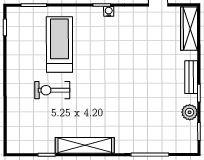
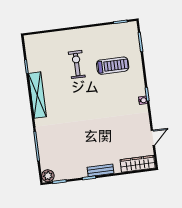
treadmill: (59, 44) -> (113, 66), width x0.73, depth x0.73
plant: (190, 112) -> (48, 176), moved

